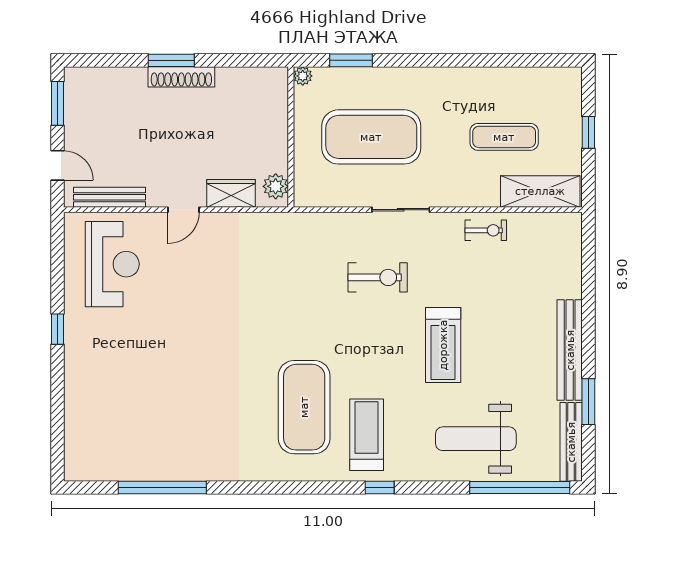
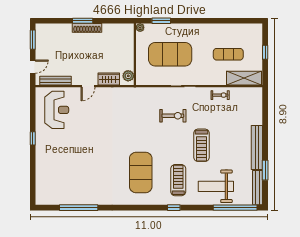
door: (57, 165) -> (33, 67), hinge flipped
treadmill: (367, 435) -> (178, 180), moved

